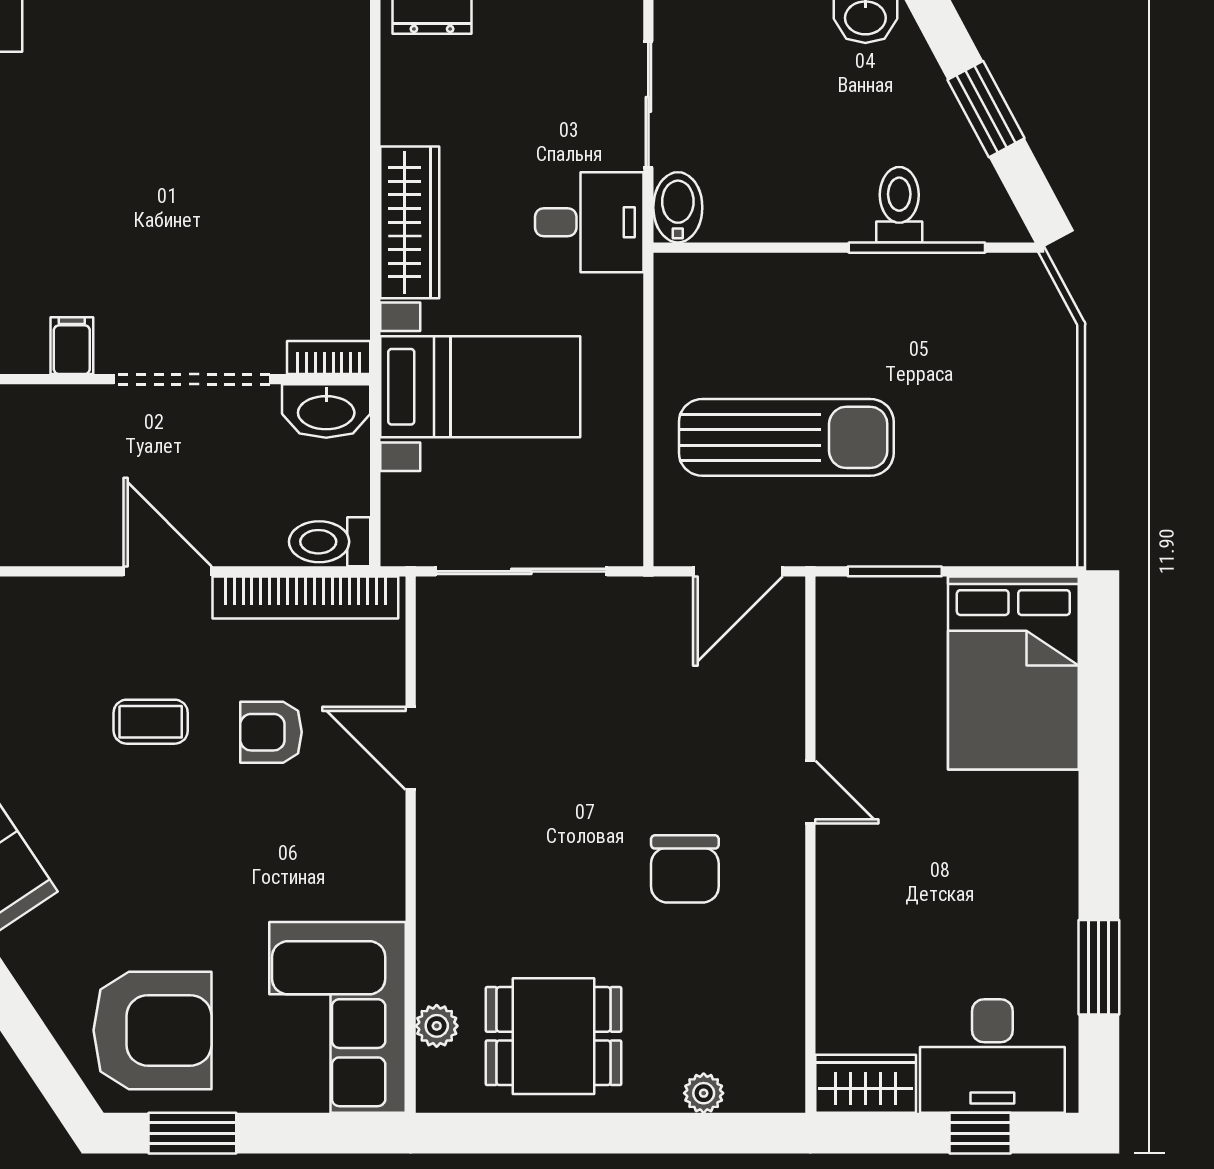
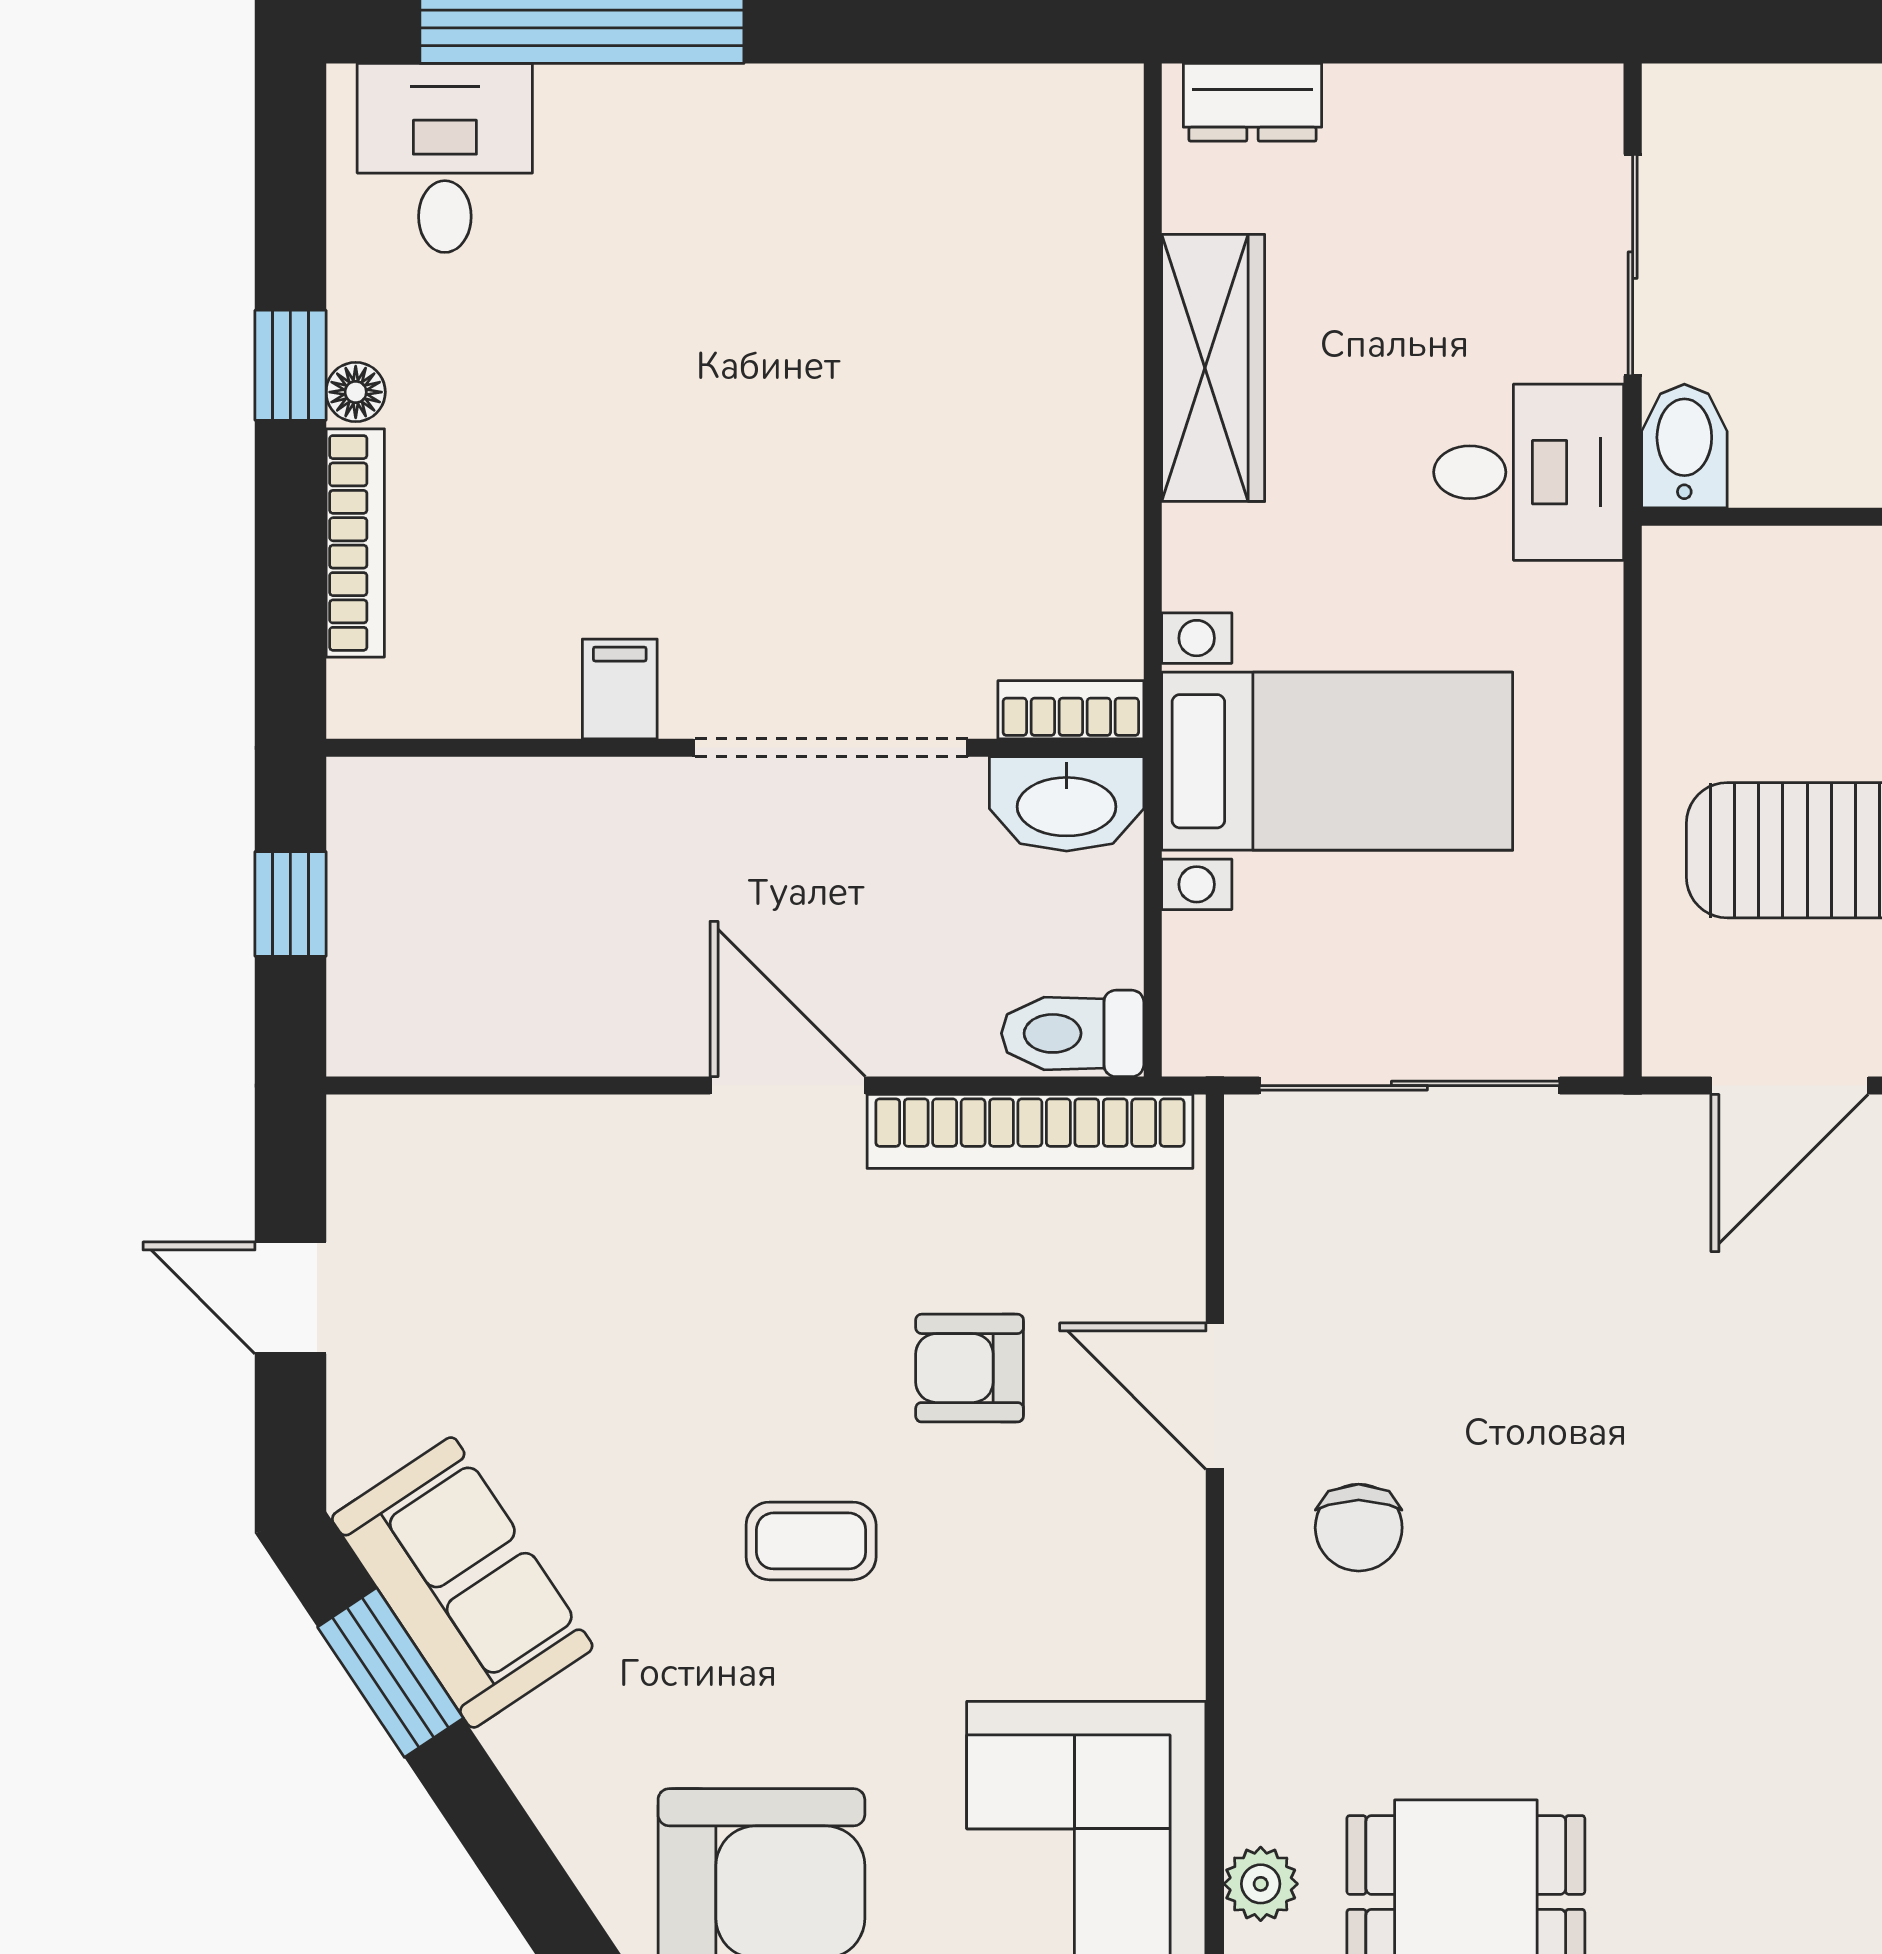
wardrobe: (410, 222) -> (1213, 368), moved
coffee table: (151, 722) -> (811, 1541), moved
chair: (685, 869) -> (1359, 1528), moved, width x0.73, depth x0.73

